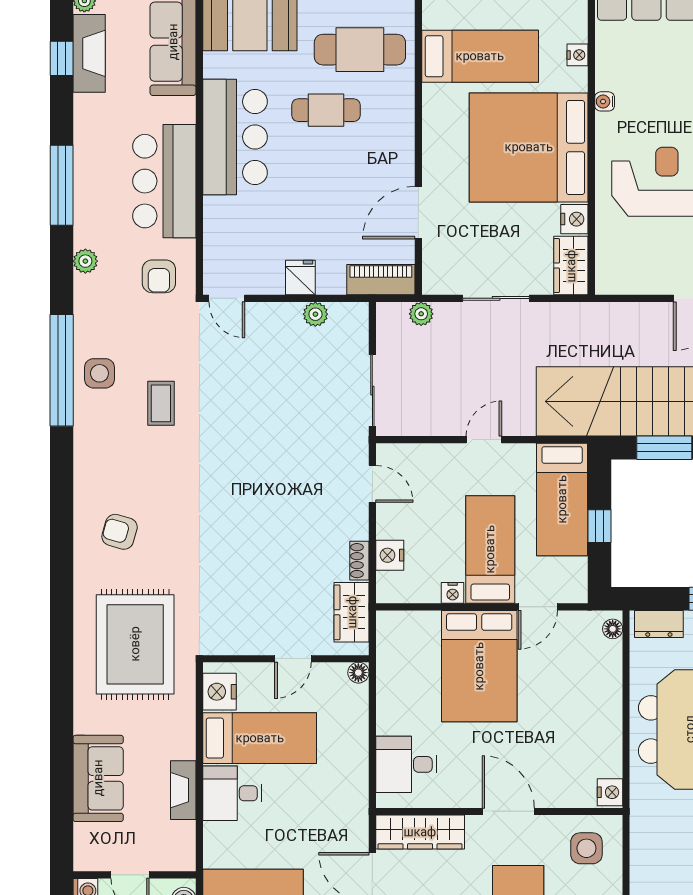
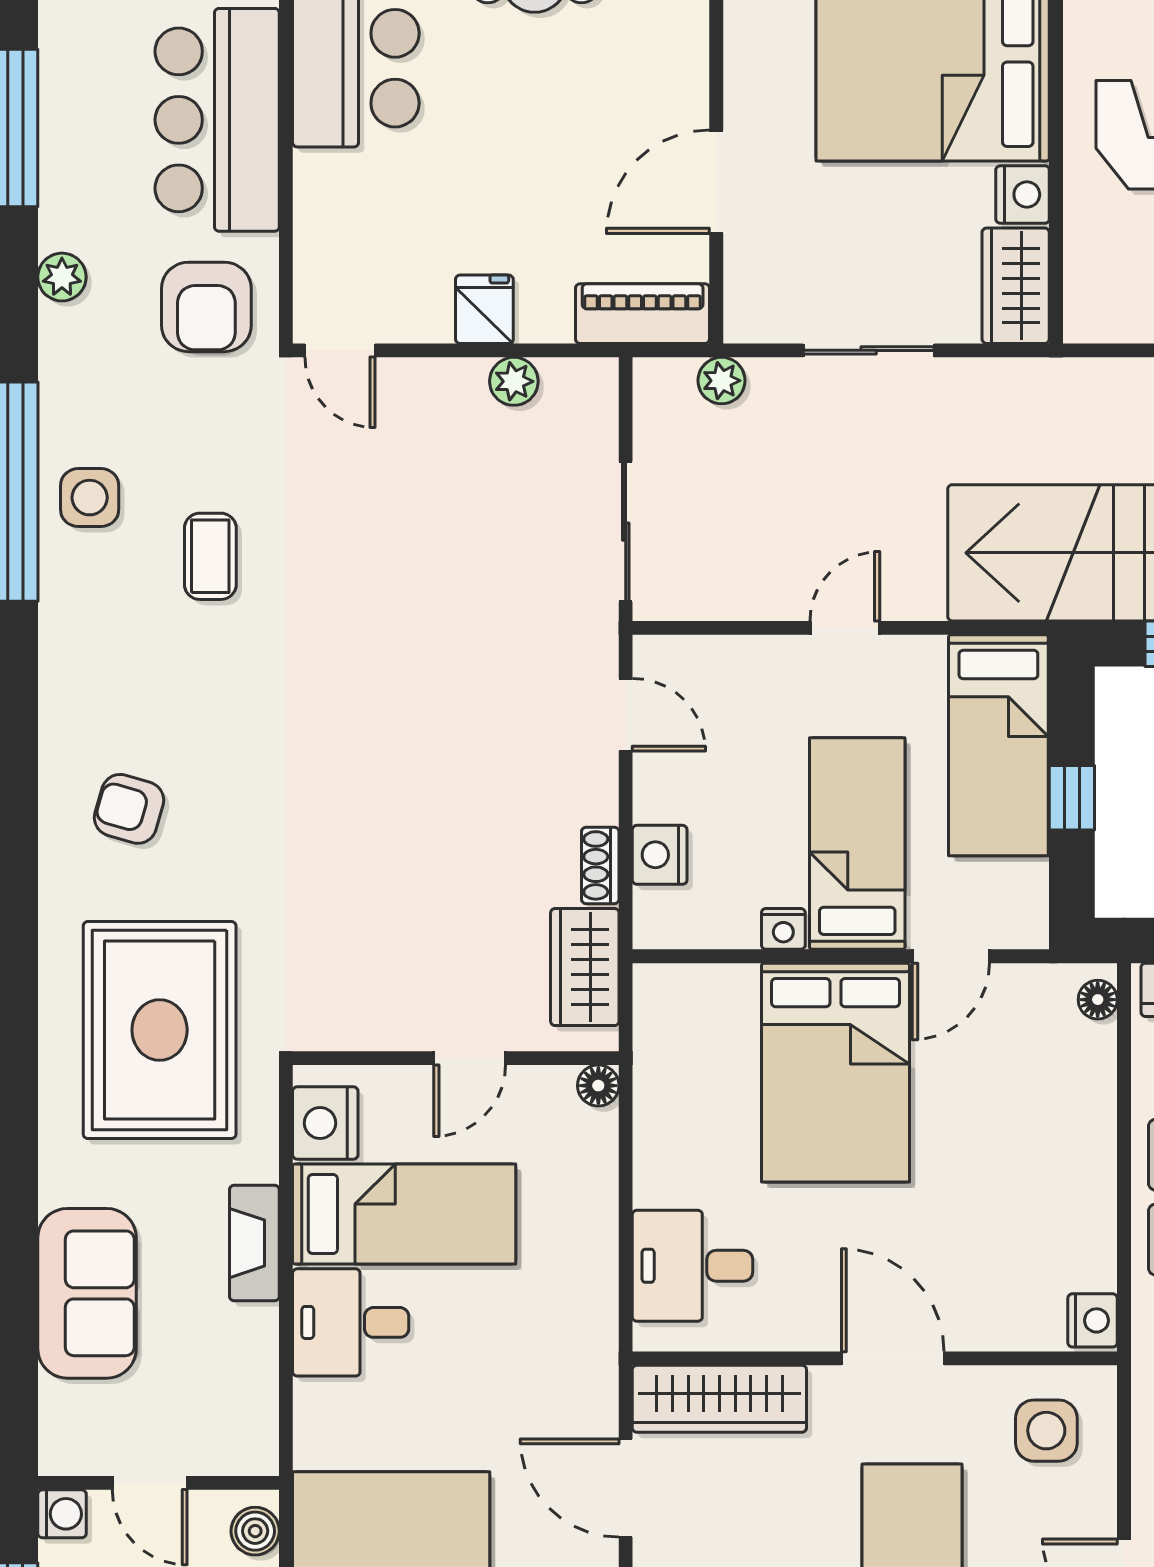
armchair: (159, 276) -> (206, 307), width x1.38, depth x1.38
fireplace: (183, 790) -> (254, 1243), moved

